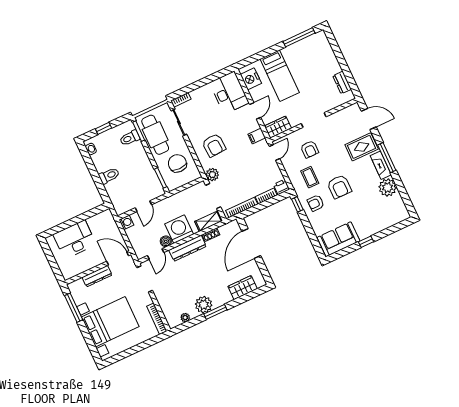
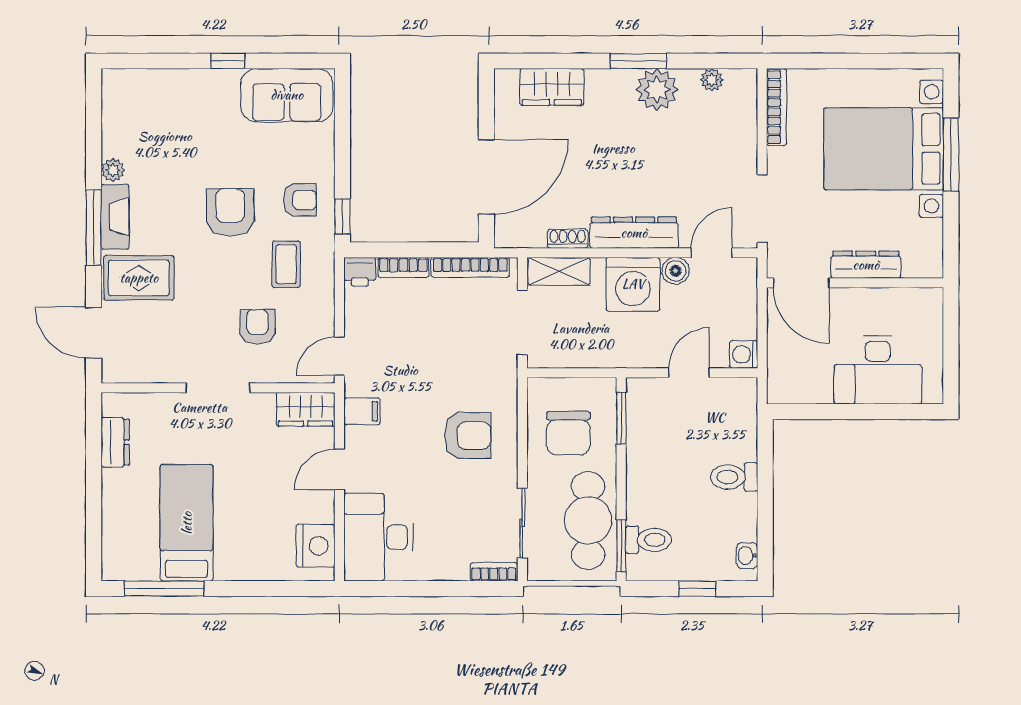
bed: (280, 76) -> (187, 523), moved
armchair: (214, 145) -> (468, 436), turned 93
plant: (212, 175) -> (502, 372), removed
plant: (388, 187) -> (113, 170), width x0.53, depth x0.53
window: (74, 308) -> (951, 155), moved

